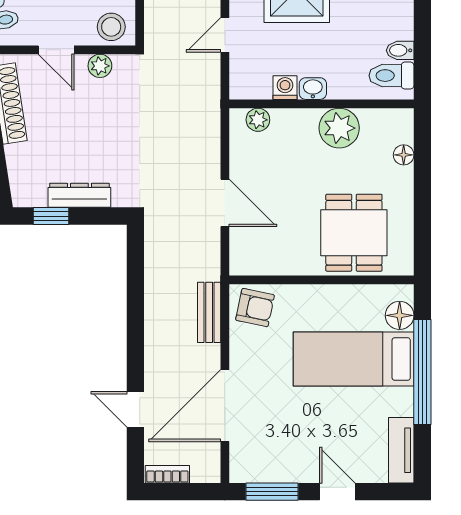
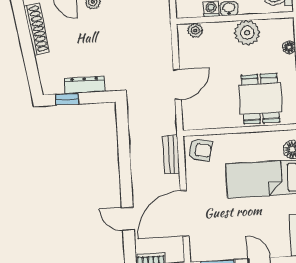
door: (225, 203) -> (177, 84), hinge flipped

